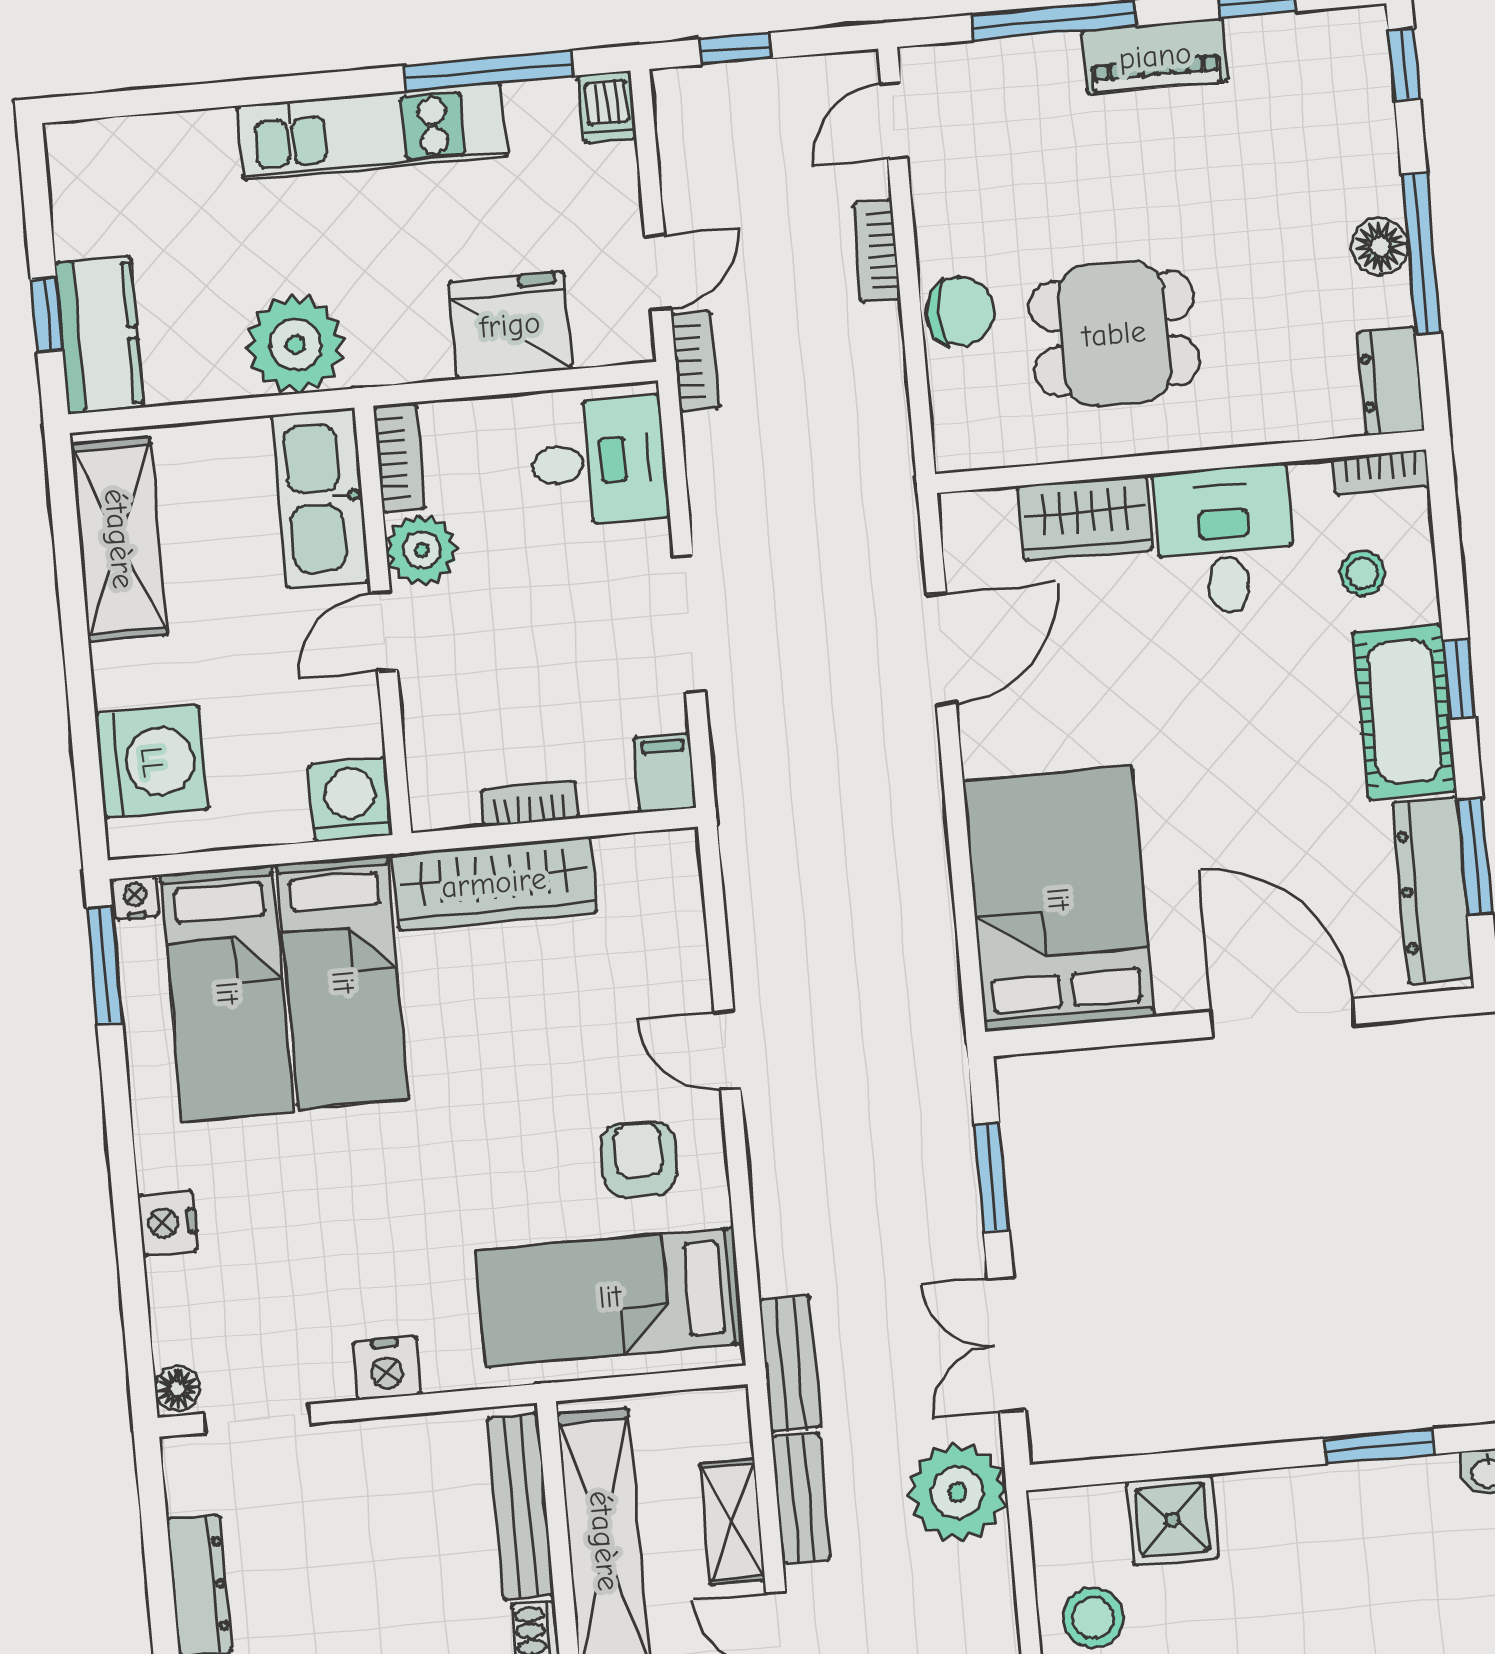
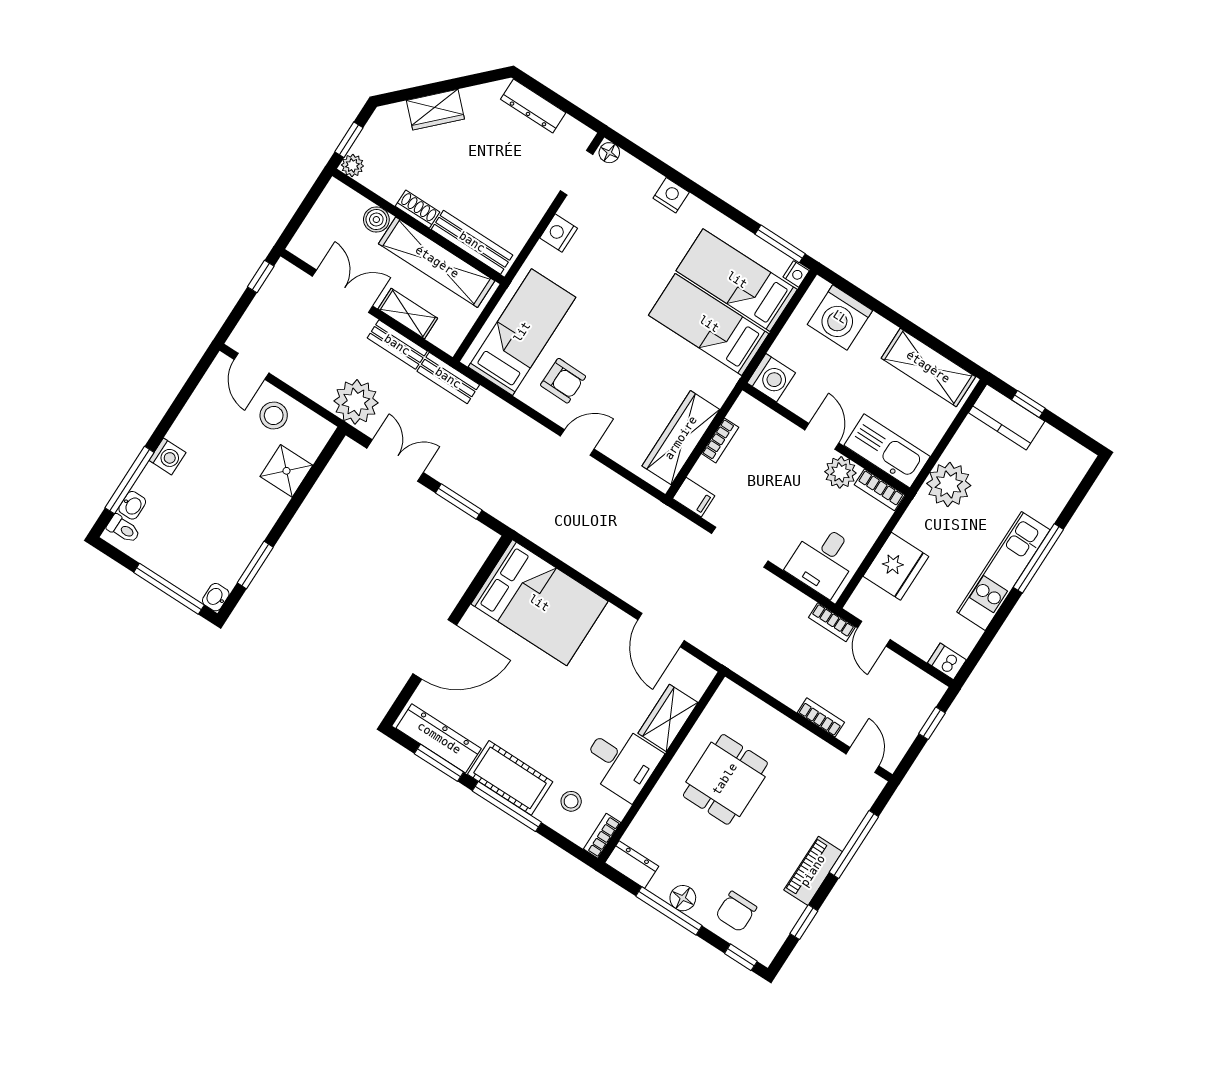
window: (489, 71) -> (1038, 558), moved
chair: (960, 312) -> (736, 912), moved
window: (1459, 678) -> (507, 807), width x2.17
wardrobe: (494, 883) -> (681, 438), moved

